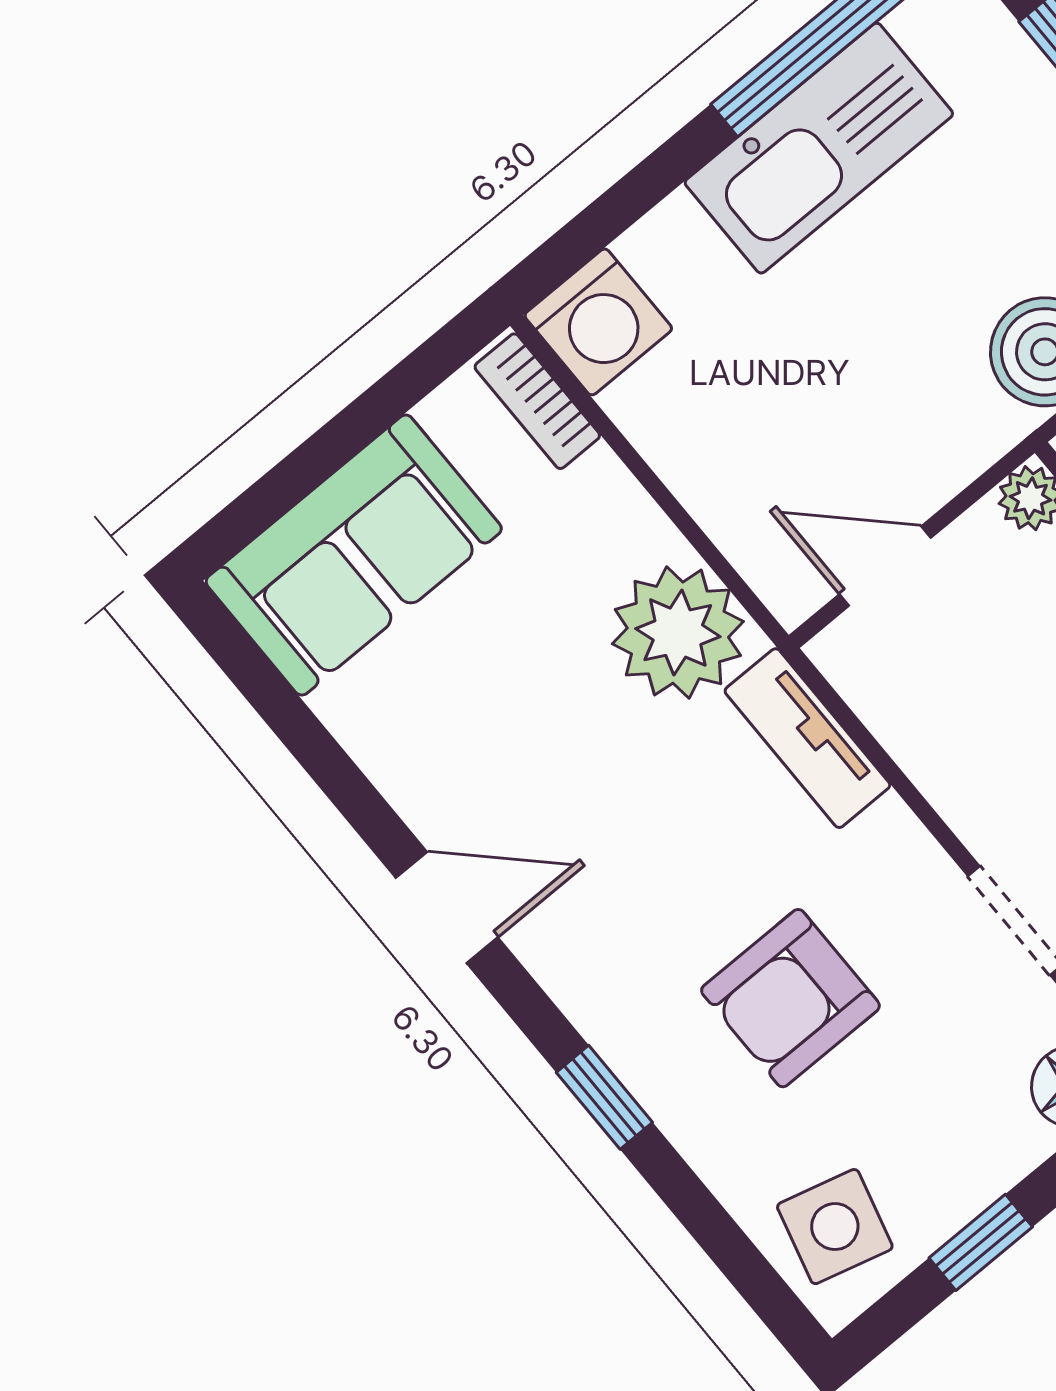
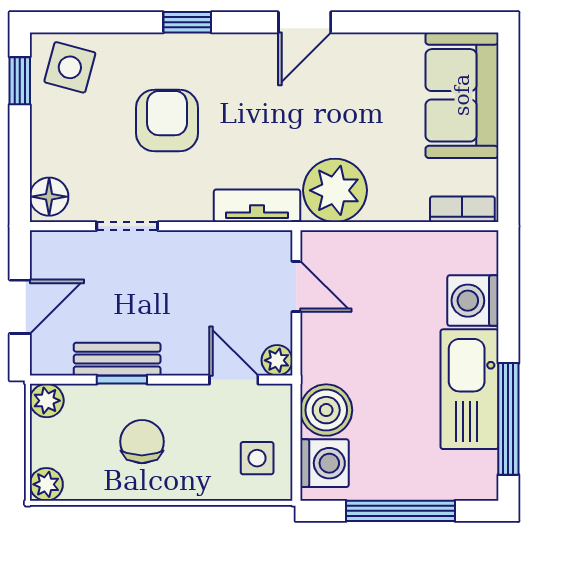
washing machine: (598, 322) -> (473, 301), moved
door: (885, 566) -> (296, 286), hinge flipped
window: (981, 1242) -> (20, 81), moved

